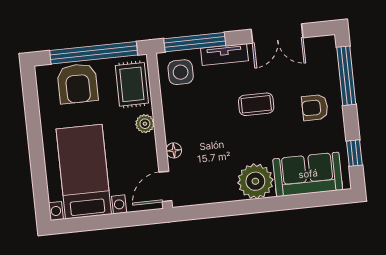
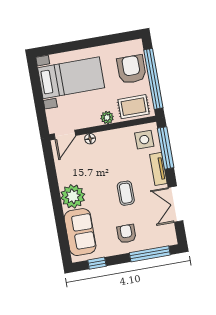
armchair: (78, 84) -> (131, 69), turned 90
door: (165, 186) -> (65, 135), swing flipped

